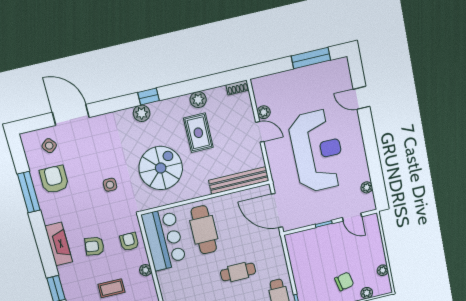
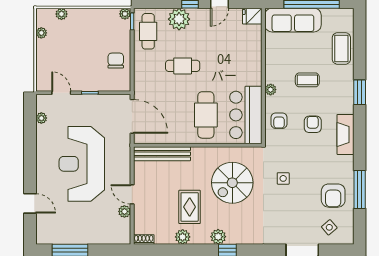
plant: (142, 113) -> (218, 237), moved
armchair: (94, 246) -> (313, 124), turned -98
chair: (344, 281) -> (116, 61), moved, turned 102

